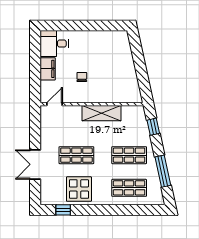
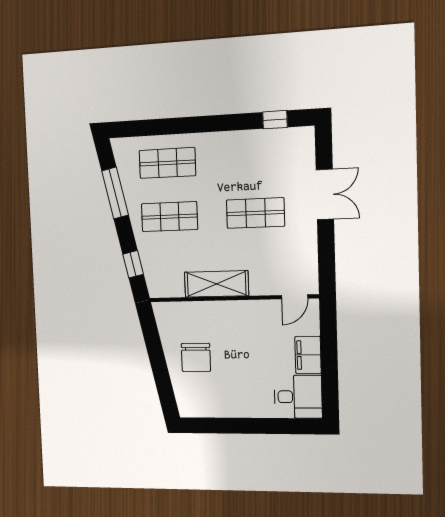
chair: (82, 77) -> (196, 357), moved, width x1.87, depth x1.87
display table: (79, 189) -> (249, 157), removed

